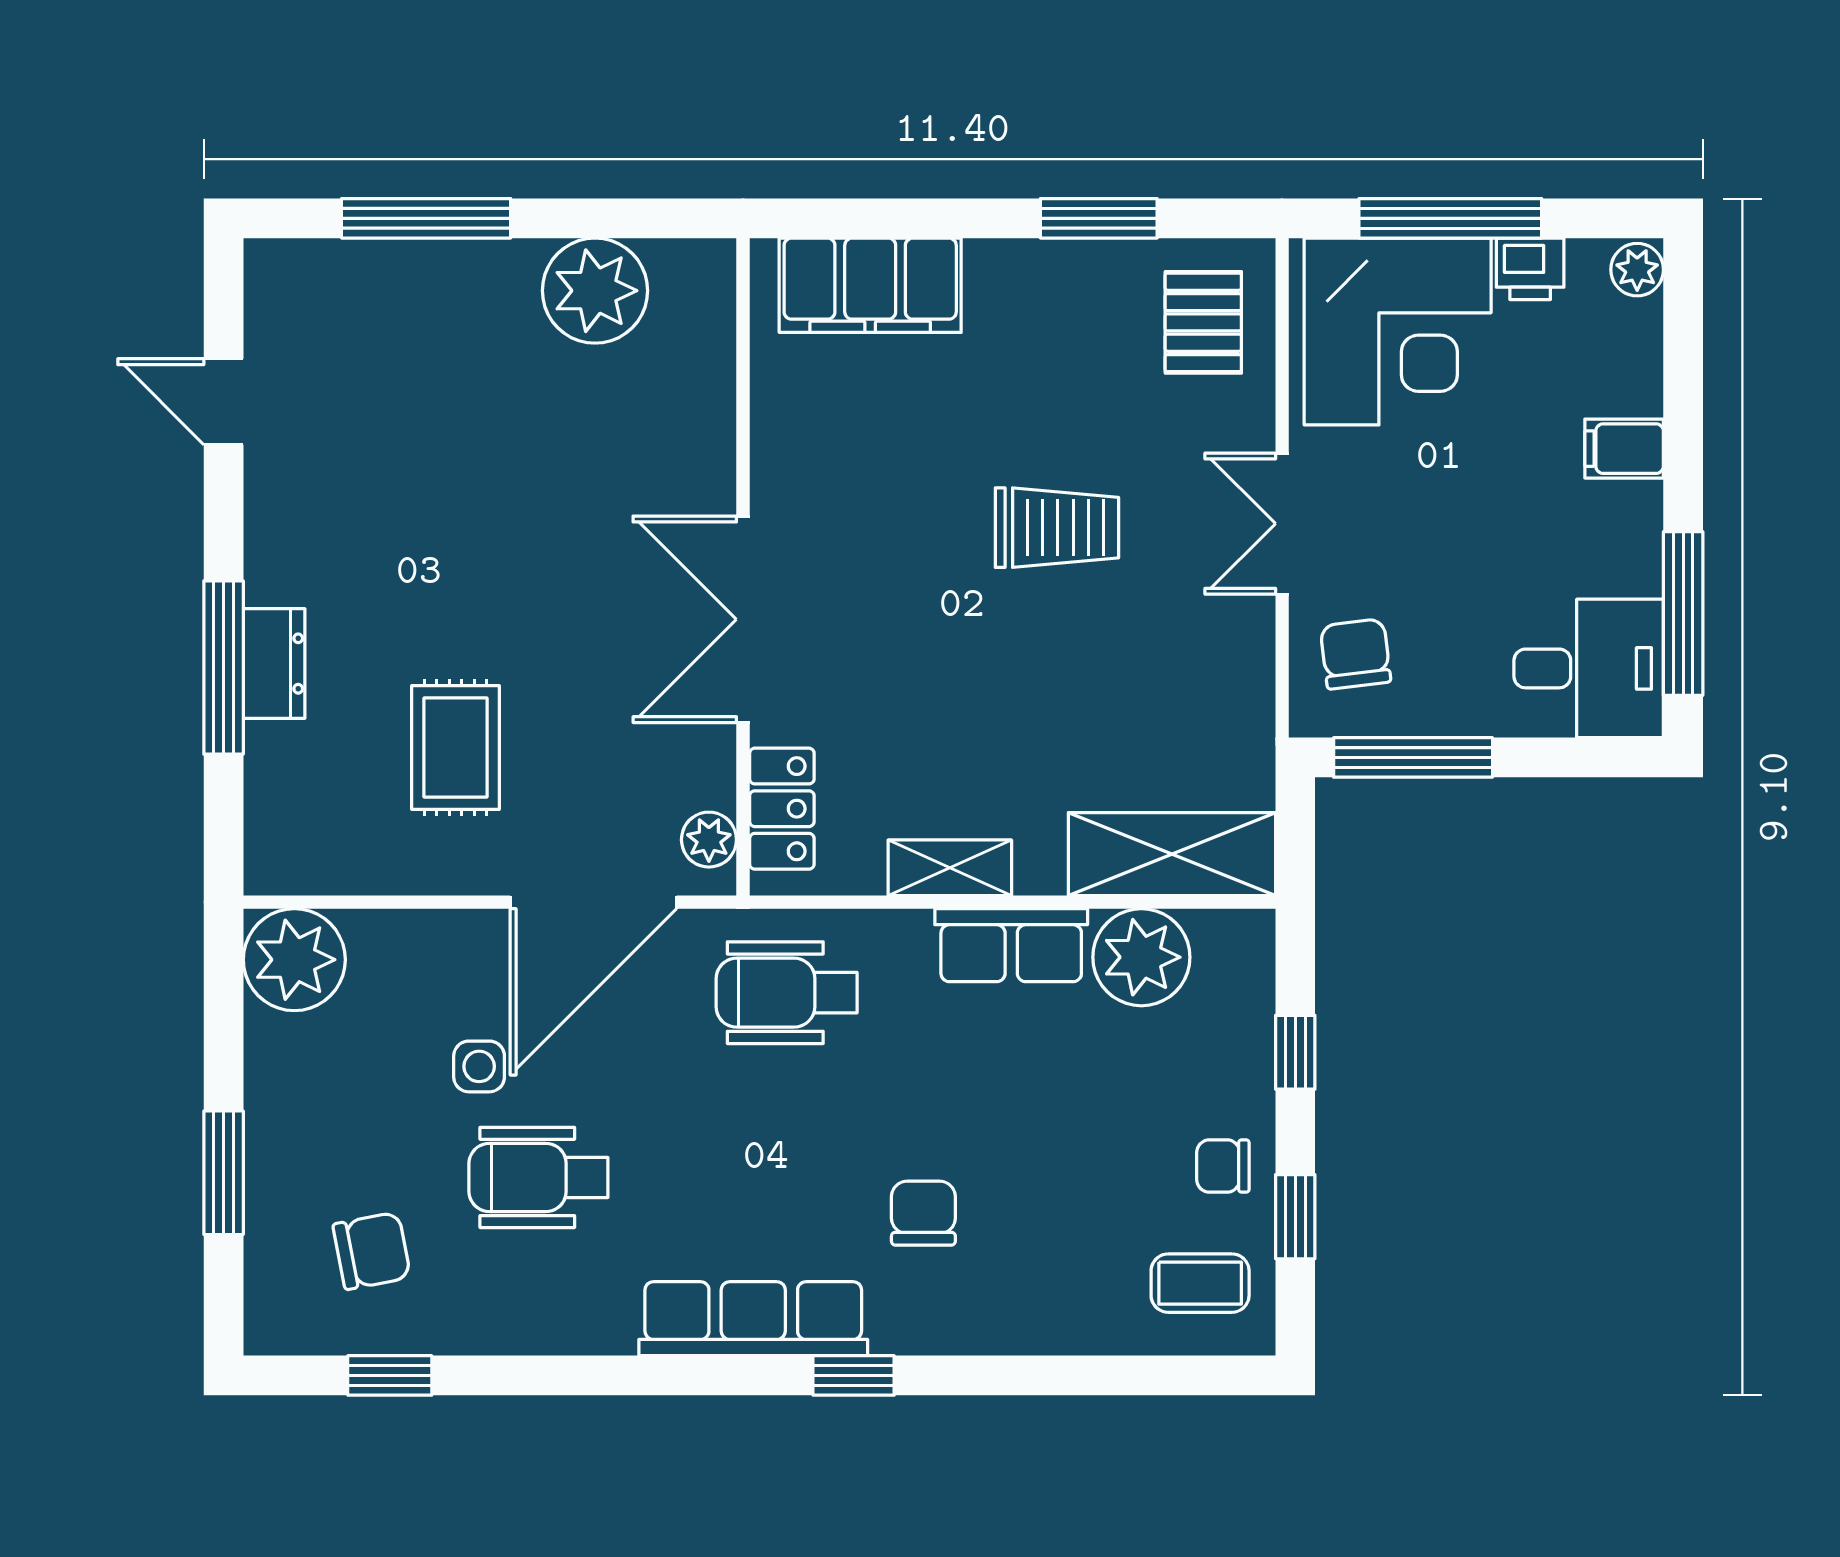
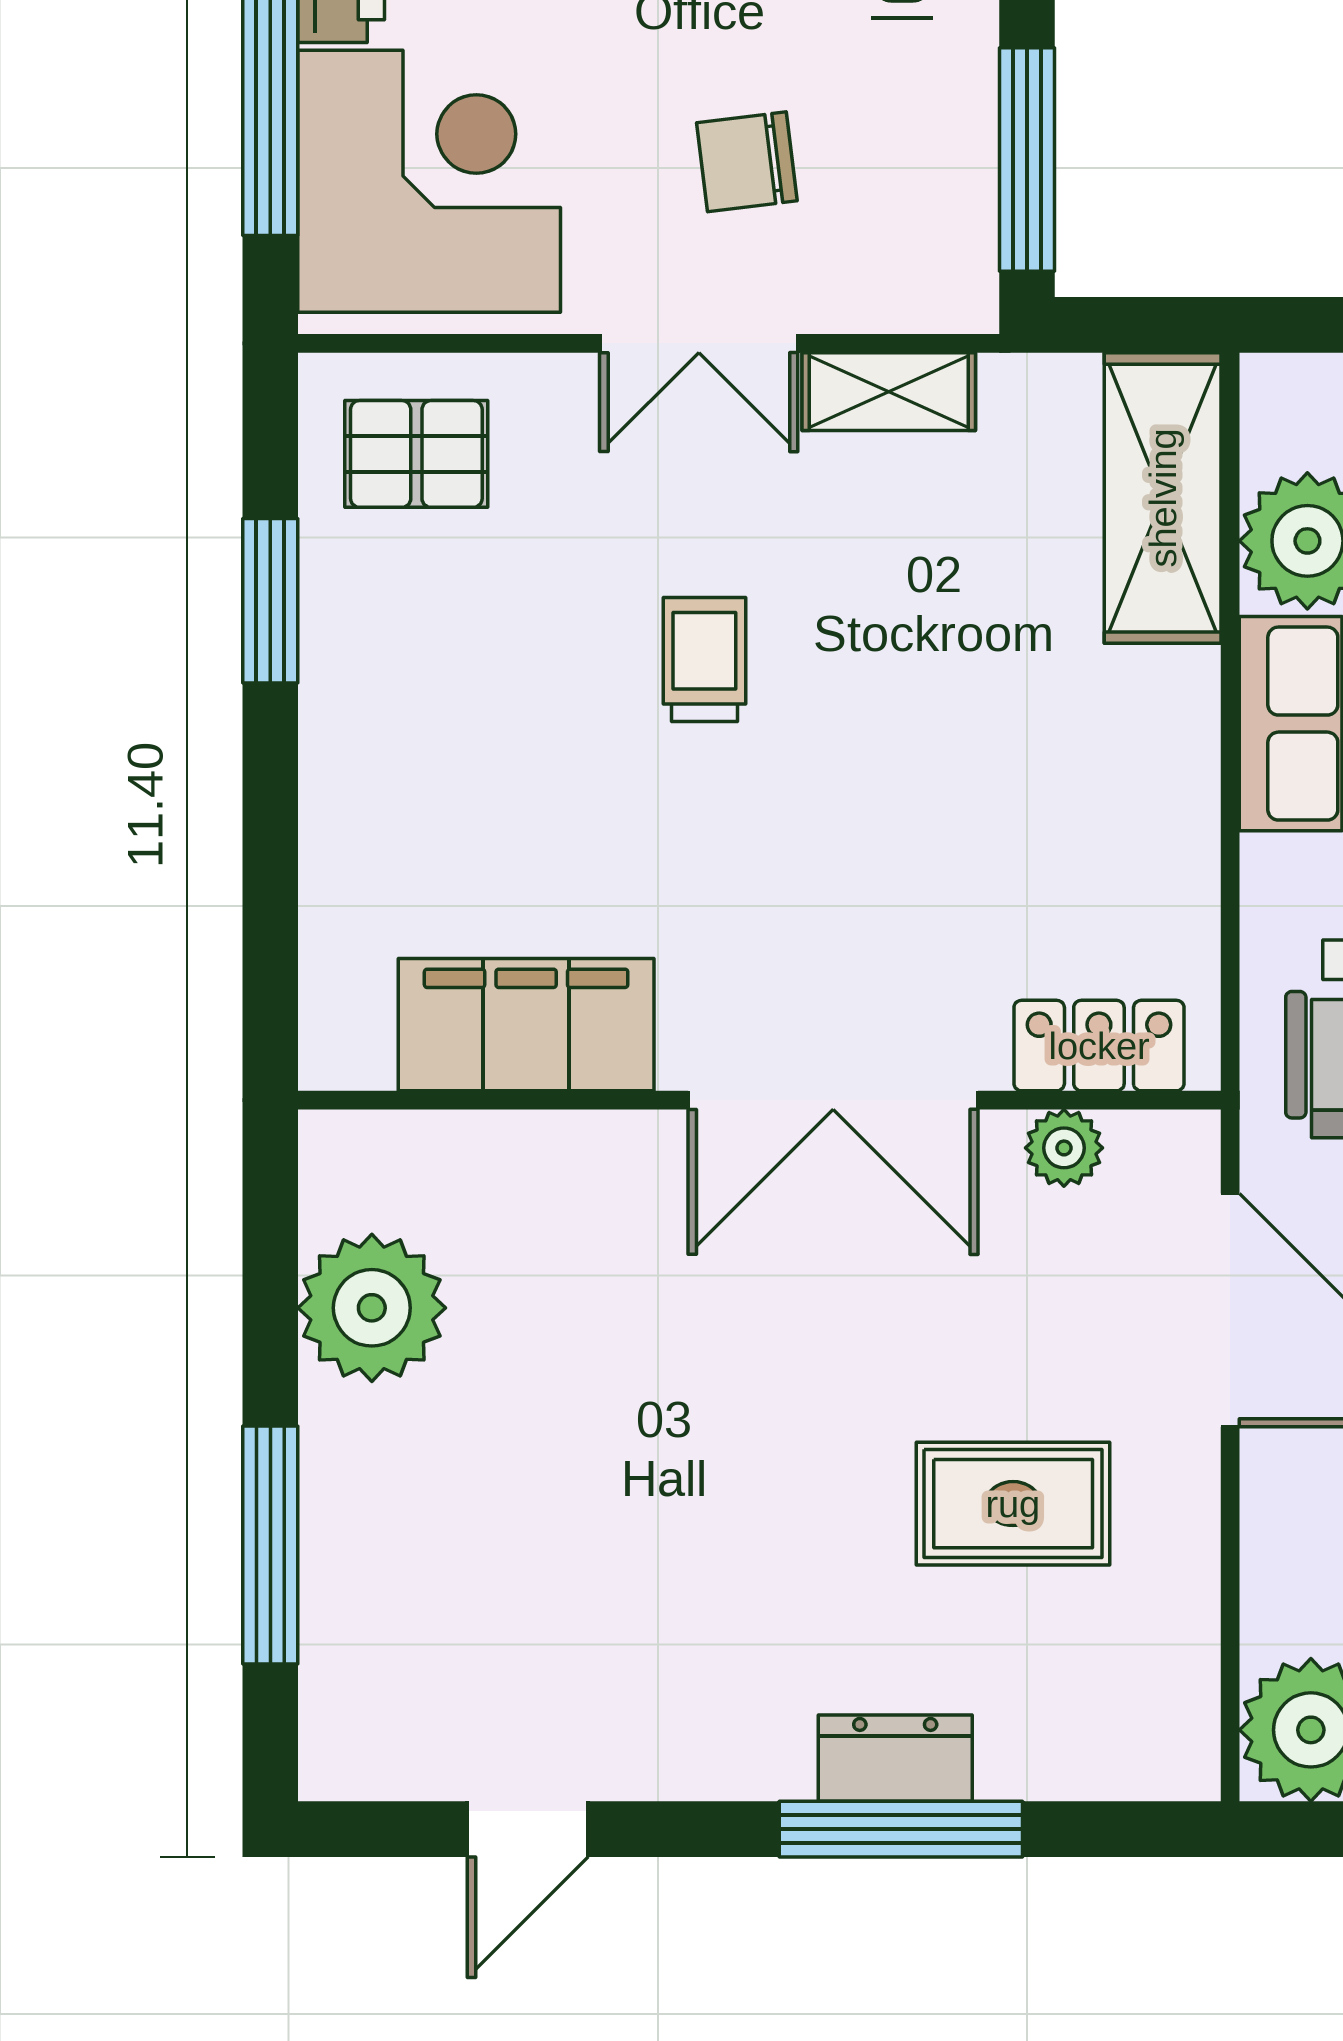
filing cabinet: (870, 285) -> (526, 1025), moved, turned -90
trolley: (1057, 528) -> (704, 659), width x0.73, depth x0.72
chair: (1355, 654) -> (747, 162), moved
plant: (709, 840) -> (1064, 1148), moved
shelving: (950, 868) -> (889, 392), moved, turned 90

